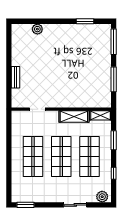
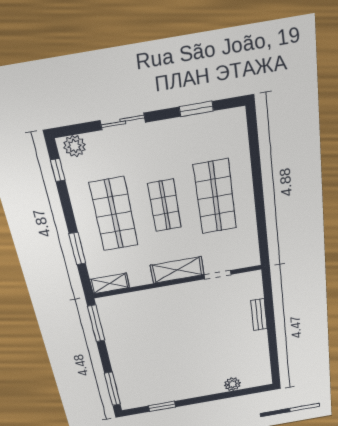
window: (114, 79) -> (96, 323), moved
shelving: (74, 117) -> (177, 270), moved
shop shelf: (61, 156) -> (165, 206), width x0.70, depth x0.74
window: (114, 173) -> (58, 170), moved
window: (25, 205) -> (196, 109), moved

